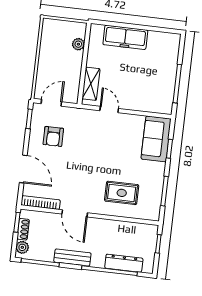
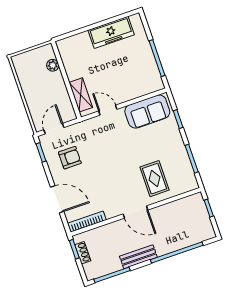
freezer: (125, 37) -> (111, 32), moved
armchair: (53, 136) -> (70, 158), turned -90
sofa: (156, 139) -> (147, 112), moved, turned -90
rug: (122, 193) -> (154, 179), turned 90
door: (75, 213) -> (135, 212), moved
plant: (22, 247) -> (90, 269), removed
dresser: (124, 263) -> (186, 240), removed

